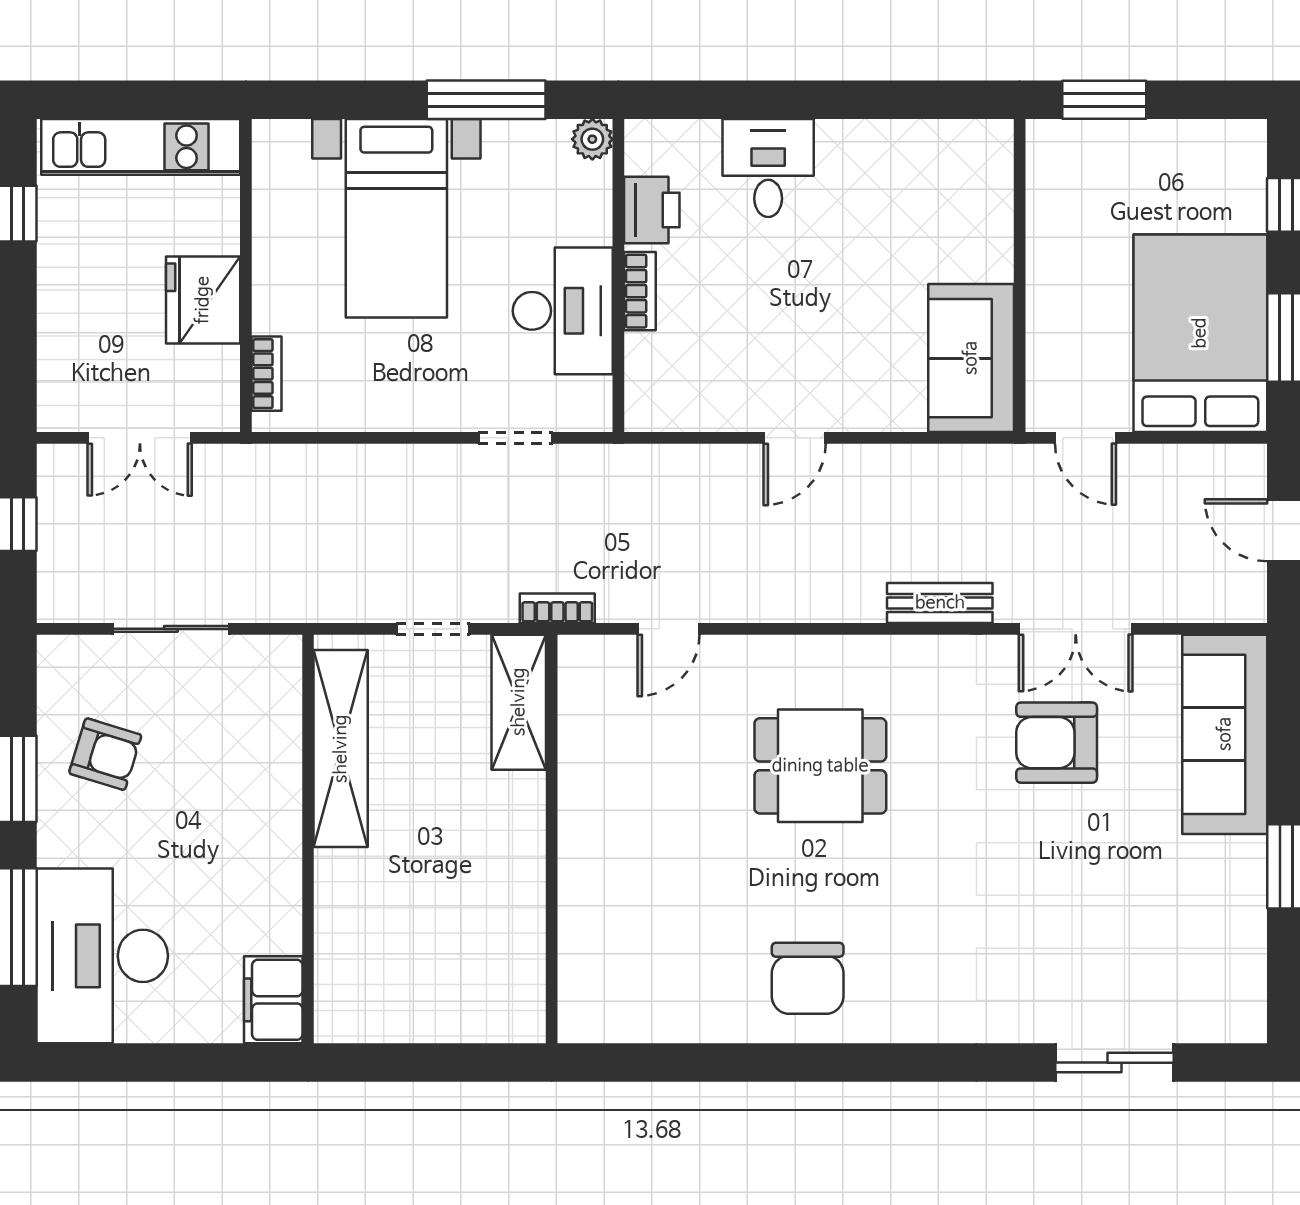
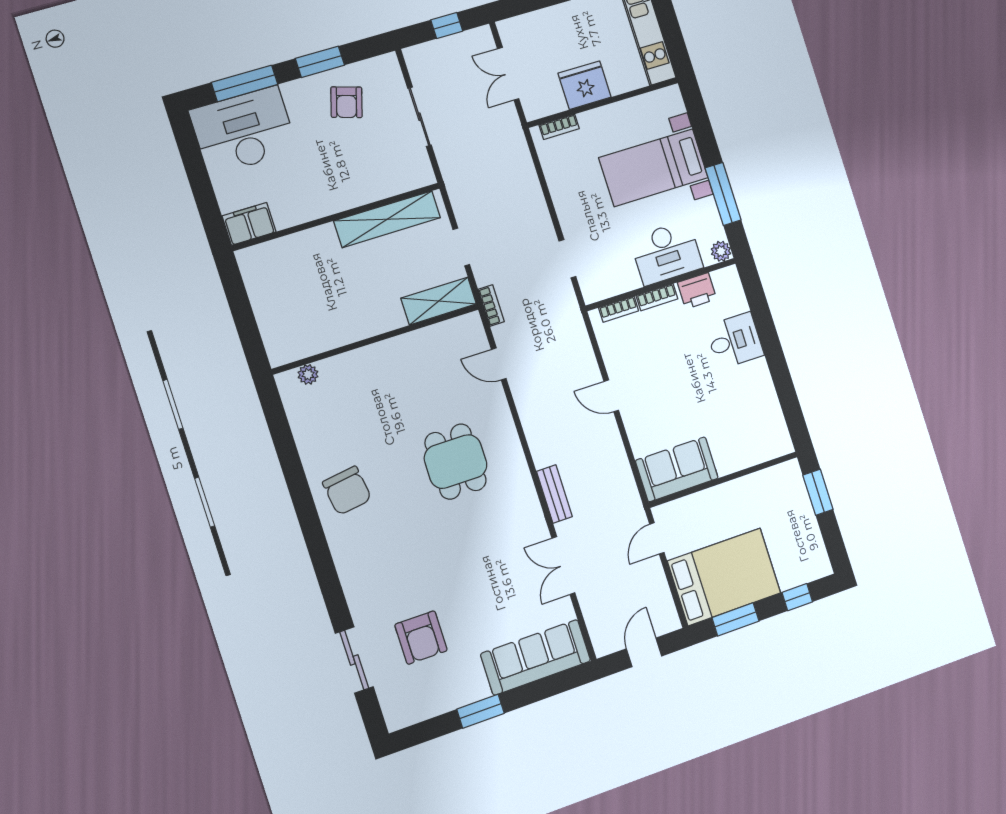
desk: (563, 311) -> (666, 253), moved
bookcase: (639, 371) -> (619, 309), added
armchair: (1057, 743) -> (421, 638), moved, turned 180
chair: (808, 978) -> (347, 491), turned -98
plant: (576, 981) -> (308, 374), added

